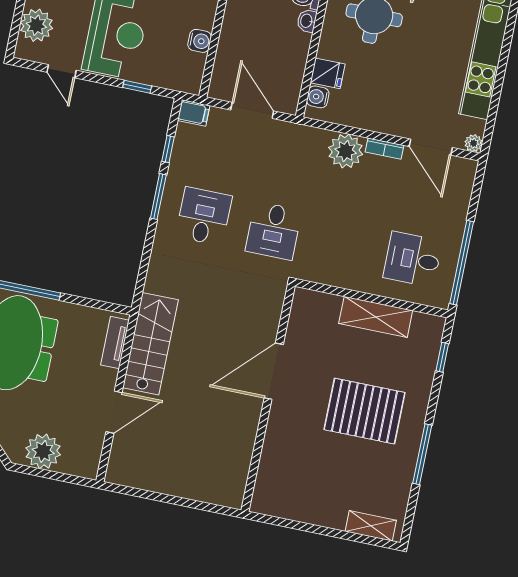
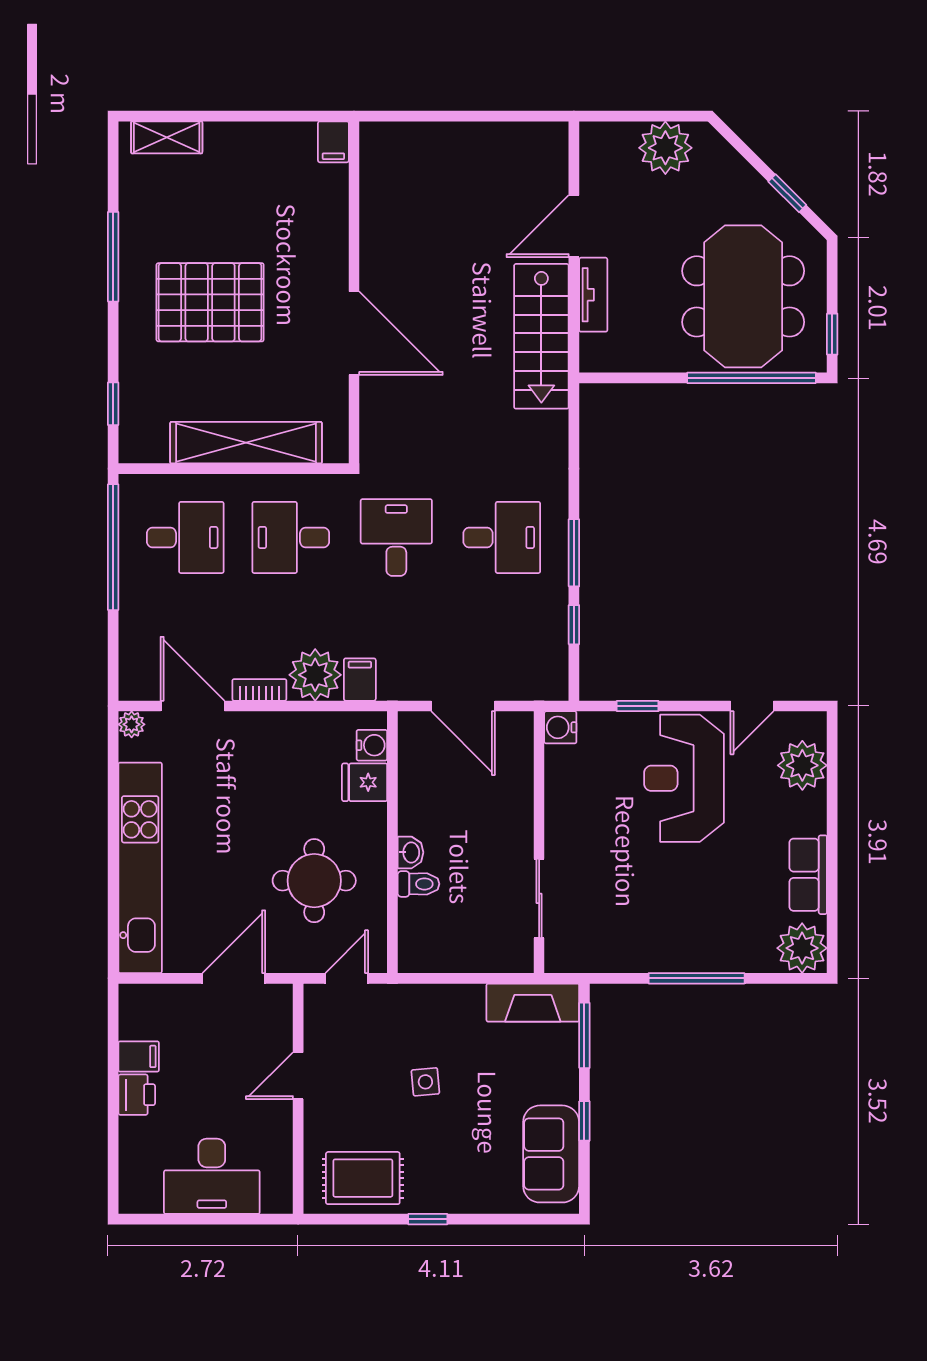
water cooler: (200, 41) -> (560, 727), moved
door: (62, 71) -> (752, 706), swing flipped
filing cabinet: (194, 113) -> (360, 680), moved, turned 90
desk: (204, 216) -> (502, 537), turned -90
desk: (343, 245) -> (291, 537), added
shelving: (376, 317) -> (246, 443), width x1.47
tv unit: (115, 343) -> (593, 295), moved
door: (274, 371) -> (354, 333), hinge flipped
filing cabinet: (261, 500) -> (333, 142), added

